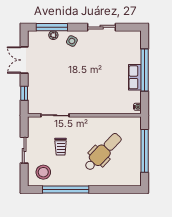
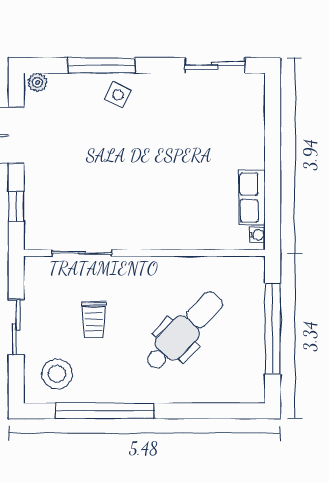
window: (52, 27) -> (101, 65), moved
sliding door: (102, 27) -> (215, 65), moved
plant: (53, 35) -> (37, 82), moved
window: (145, 70) -> (273, 157), removed
row of seats: (135, 77) -> (252, 198), moved

